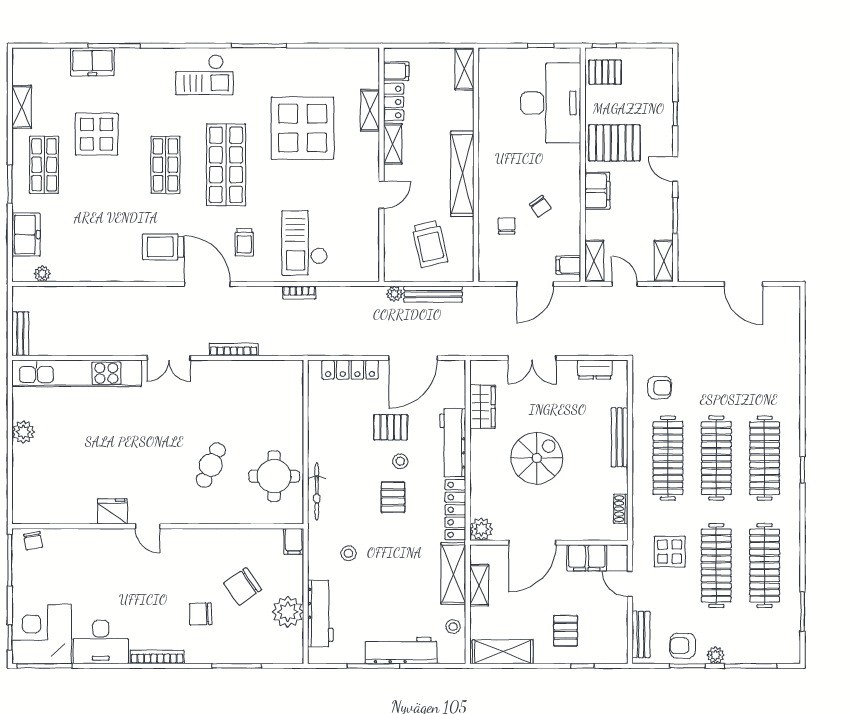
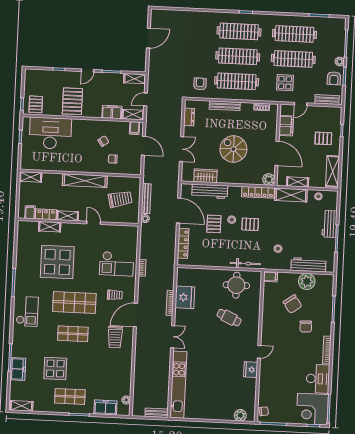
shelving: (22, 107) -> (21, 406), moved
filing cabinet: (597, 191) -> (112, 112), moved
fridge: (246, 378) -> (185, 297), added
plant: (23, 432) -> (240, 415), moved
workbench: (453, 443) -> (210, 191), moved
workbench: (401, 650) -> (329, 224), width x0.73

